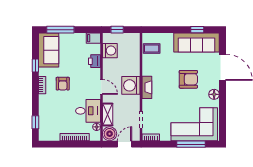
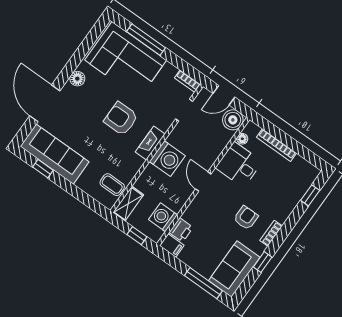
printer: (94, 61) -> (181, 230), moved
armchair: (188, 79) -> (121, 119), moved
shelving: (108, 115) -> (128, 204), moved

